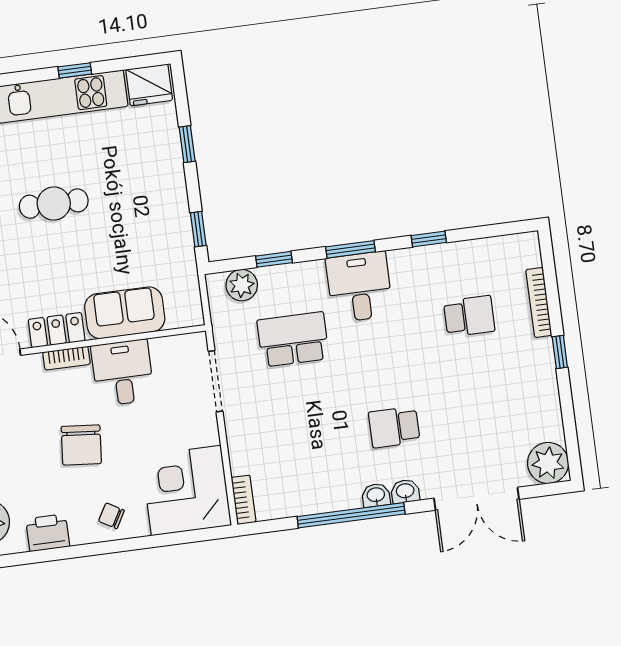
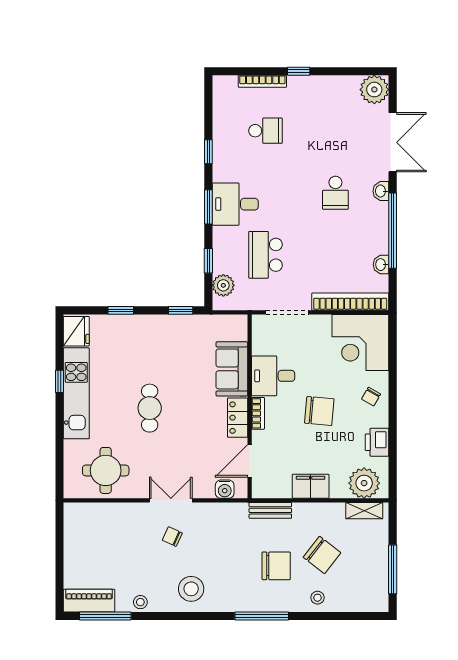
school desk: (469, 316) -> (266, 131), turned 90
washbasin: (376, 495) -> (381, 265), moved
bookcase: (244, 500) -> (350, 302), width x2.31, depth x1.31

